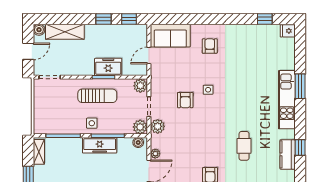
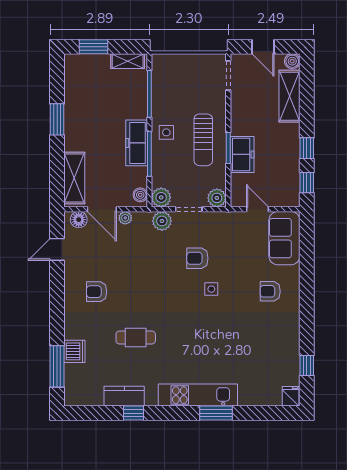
armchair: (210, 46) -> (270, 291), turned 180

